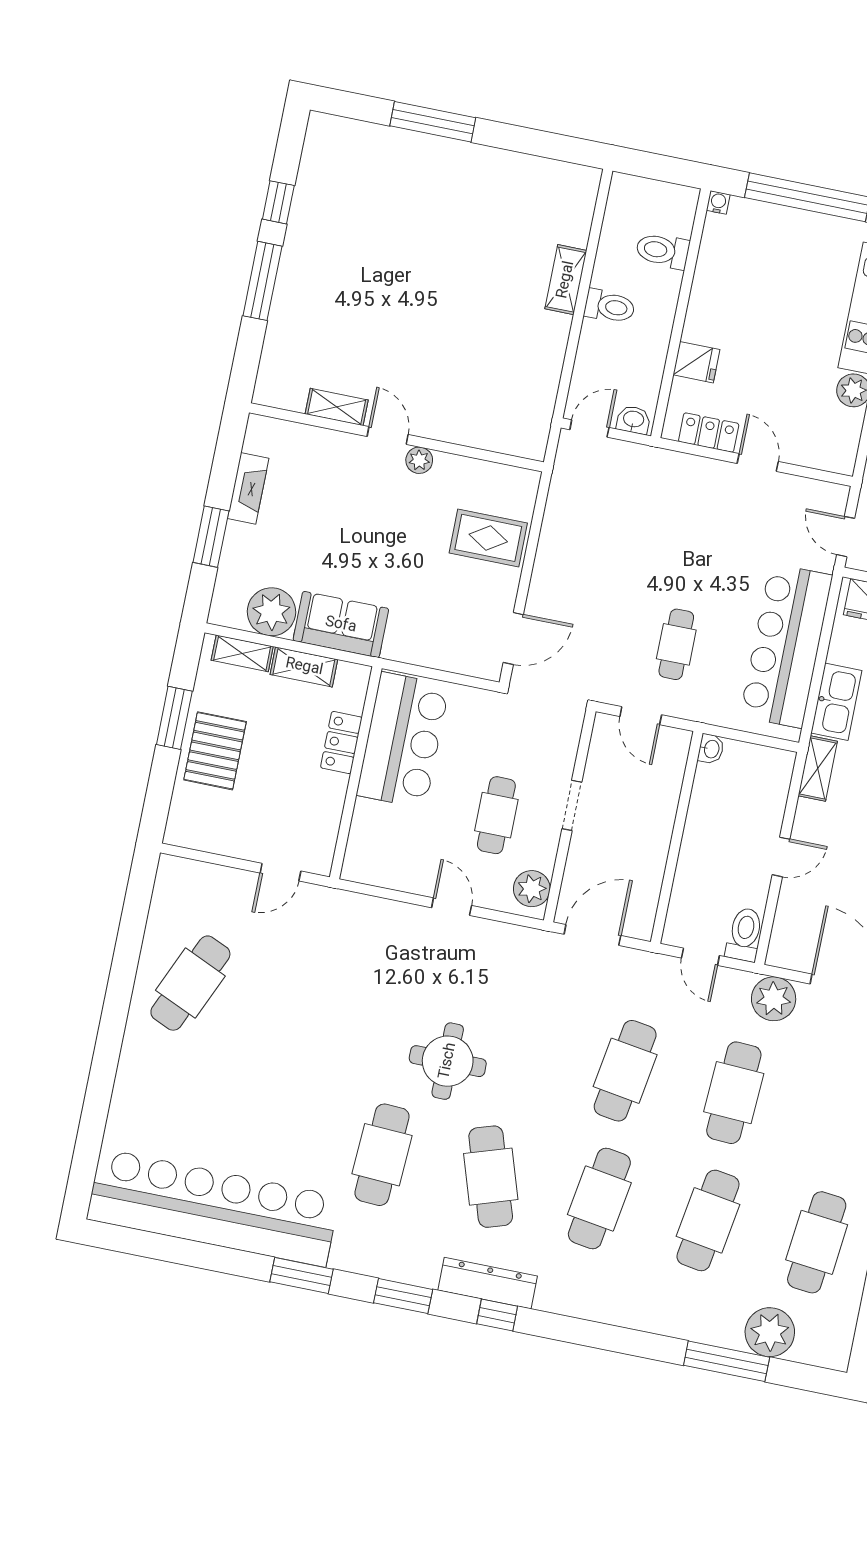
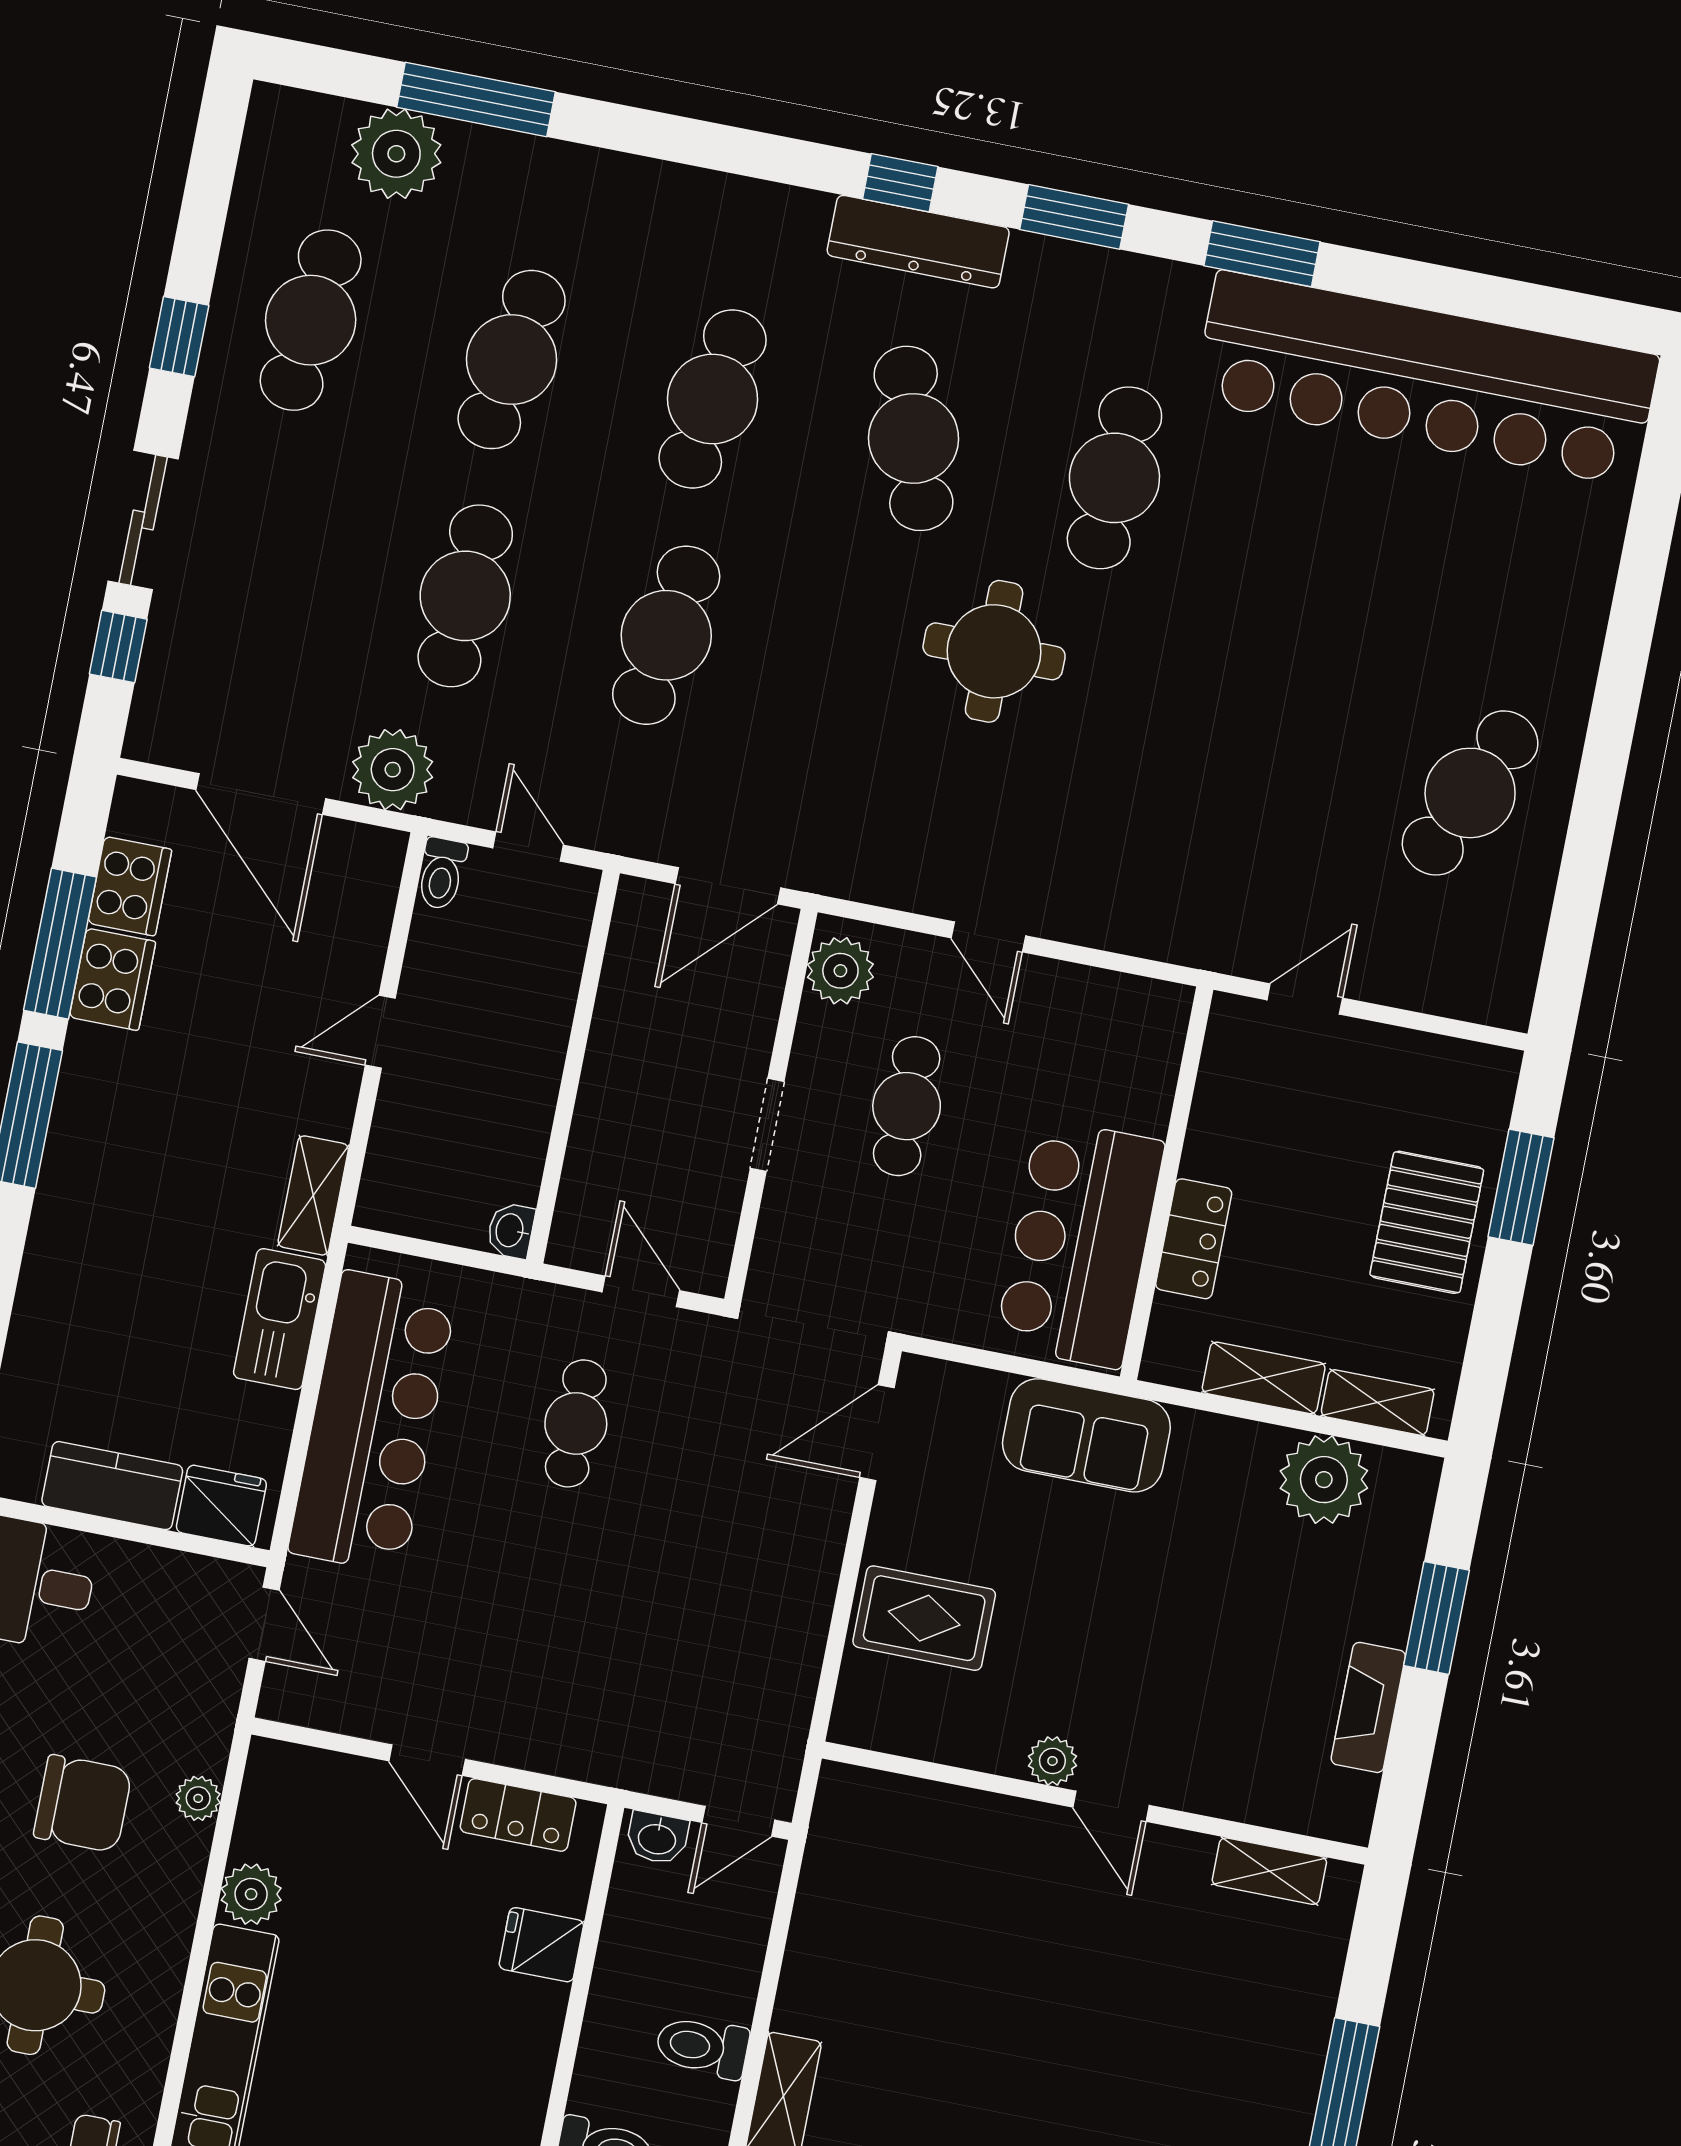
shelving: (337, 407) -> (1269, 1871), moved
sofa: (341, 625) -> (1086, 1435), moved
window: (174, 718) -> (1521, 1187), moved
toilet: (745, 934) -> (442, 874), width x0.73, depth x0.72

